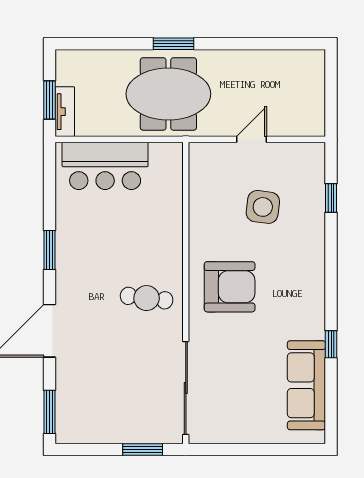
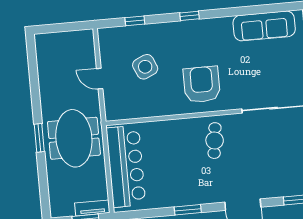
bar counter: (105, 166) -> (126, 166), width x1.36
side table: (263, 207) -> (145, 67), turned -31
window: (331, 344) -> (189, 16), moved

